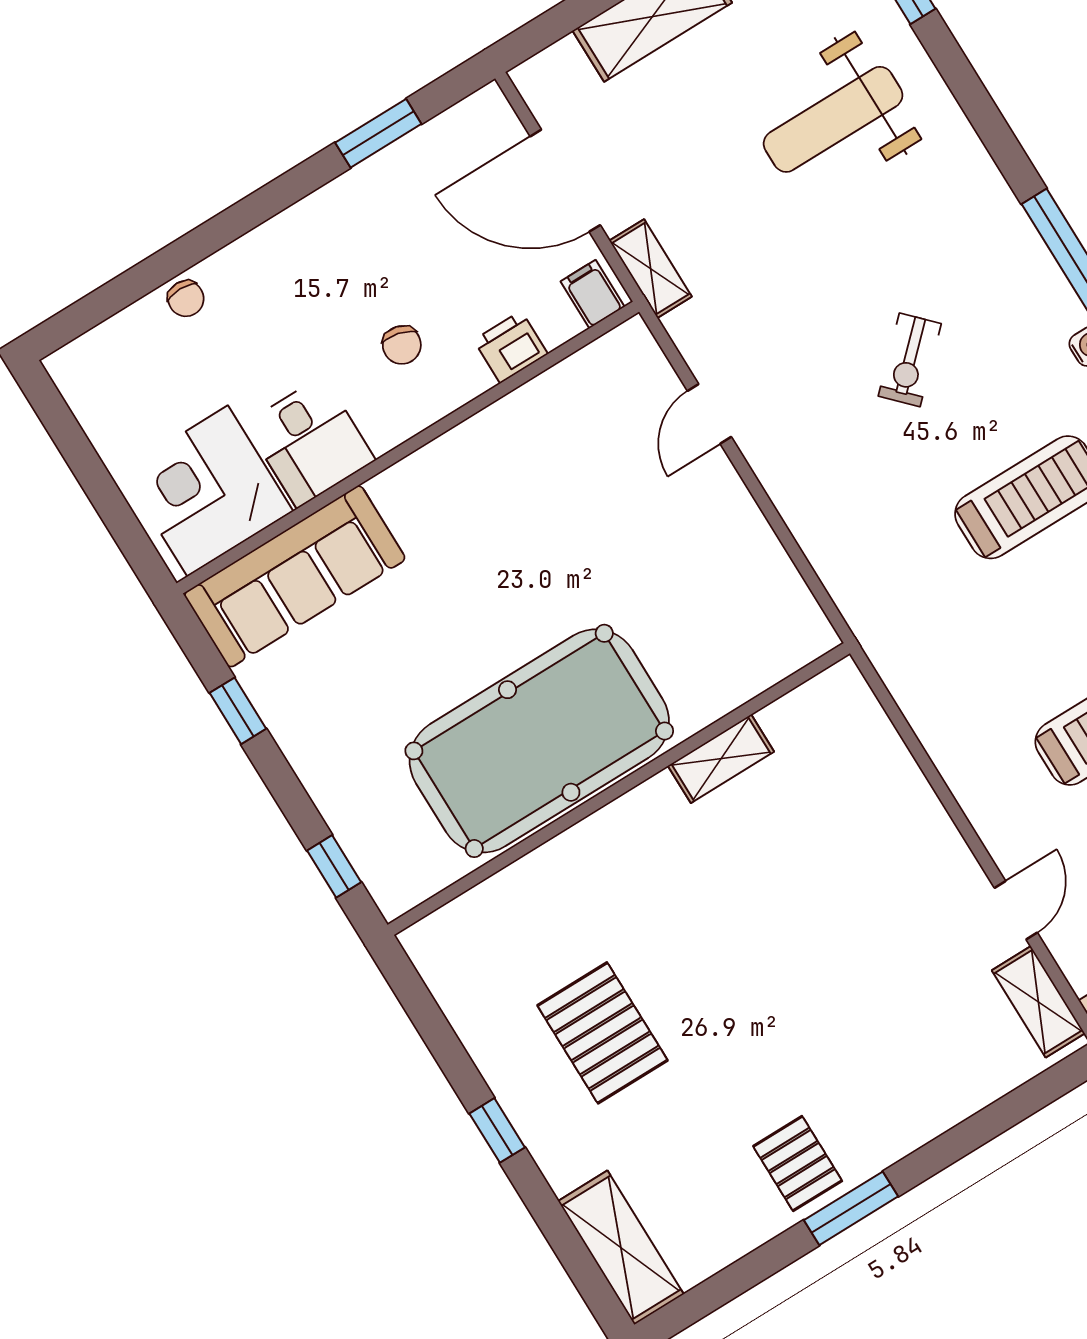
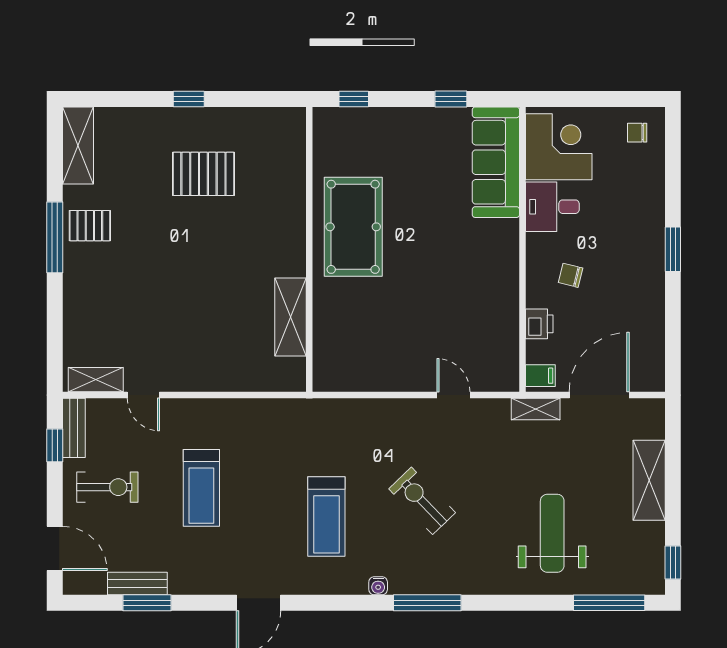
window: (378, 133) -> (673, 249), moved
chair: (186, 299) -> (637, 133), moved
exercise bike: (910, 360) -> (422, 501), width x1.38, depth x1.39
pool table: (539, 741) -> (353, 227), width x0.73, depth x0.76
shelving: (721, 759) -> (290, 317), width x1.50, depth x1.33
window: (851, 1208) -> (55, 237), width x1.44
shelving: (621, 1248) -> (78, 145), moved, turned 90

